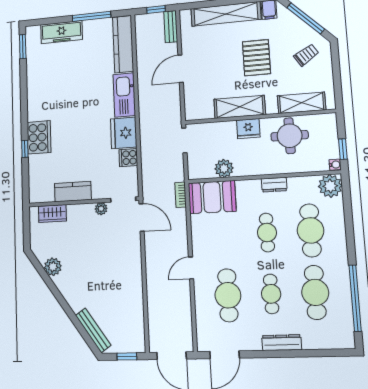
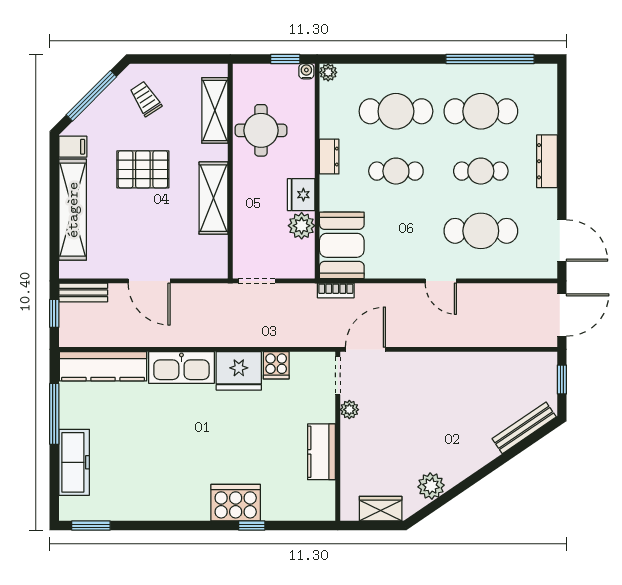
fridge: (248, 129) -> (301, 195), moved, turned 180
plant: (330, 186) -> (328, 72), width x0.53, depth x0.53
wardrobe: (52, 214) -> (381, 509), moved, turned -90

